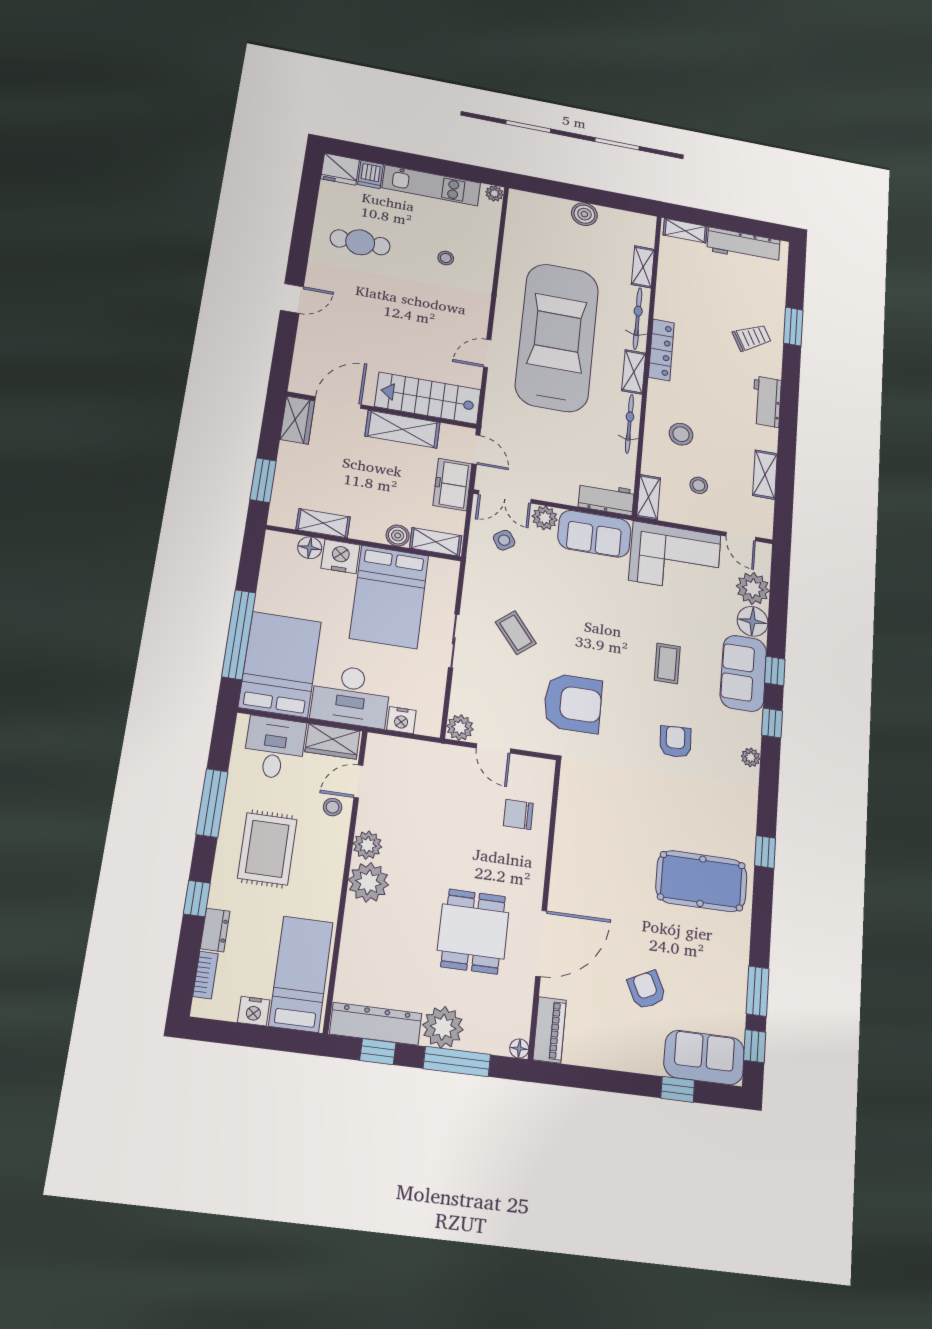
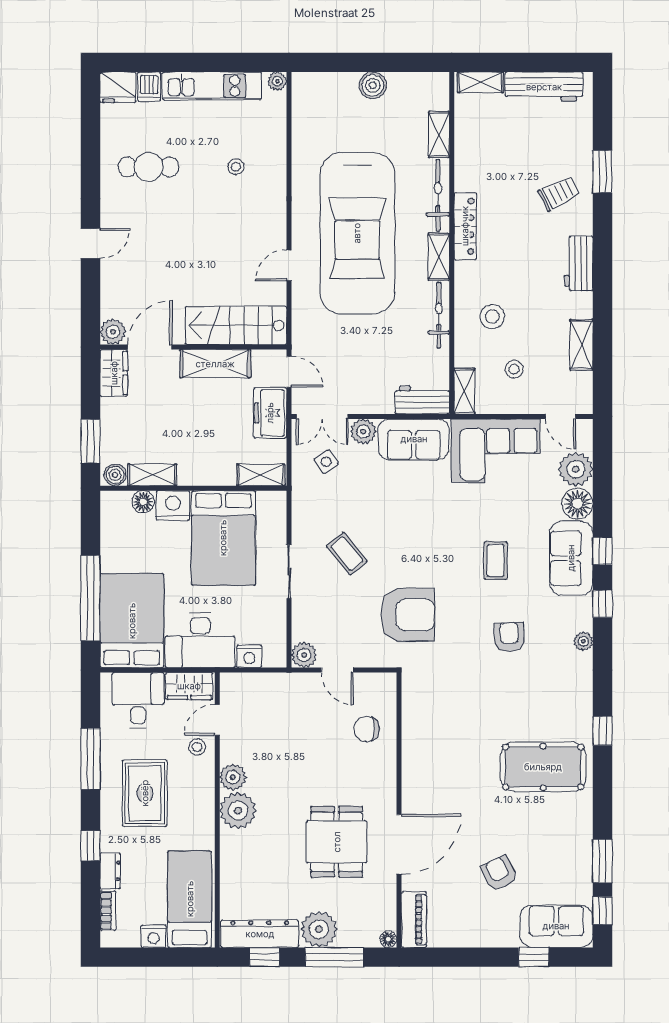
car: (557, 337) -> (357, 233), turned 180
plant: (302, 382) -> (113, 332), added
boiler: (398, 535) -> (115, 475), moved

